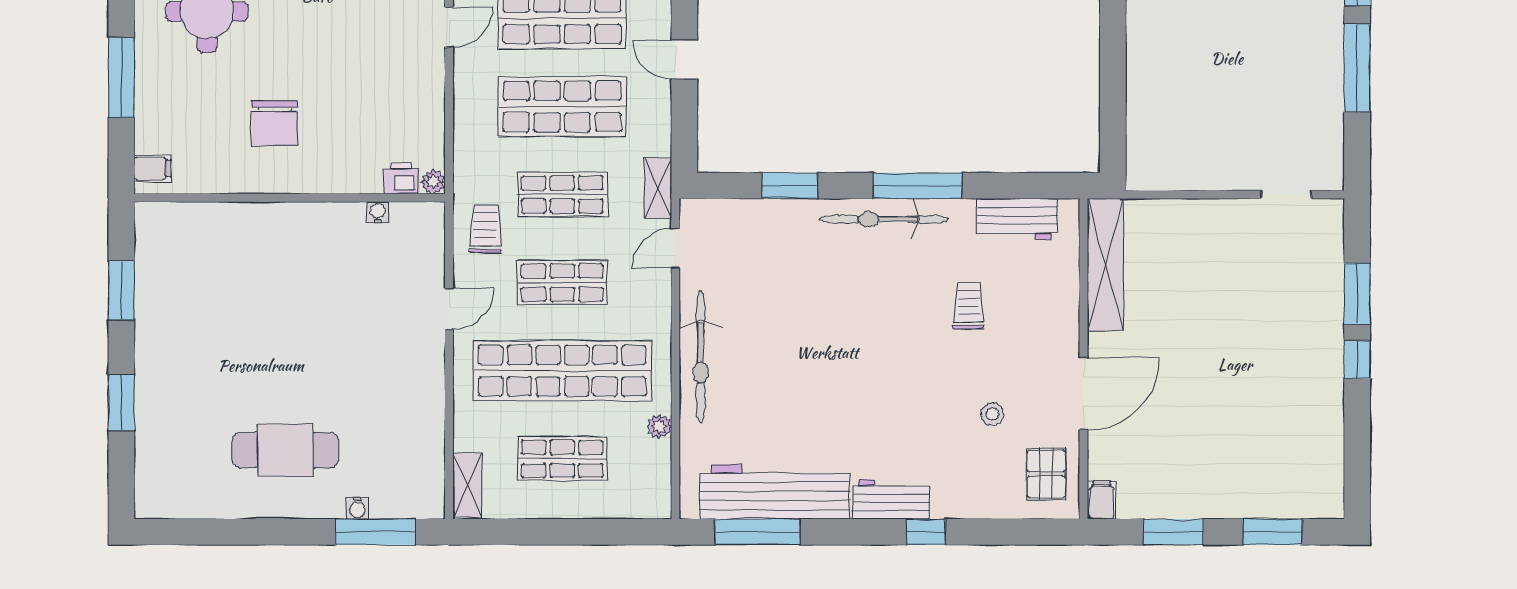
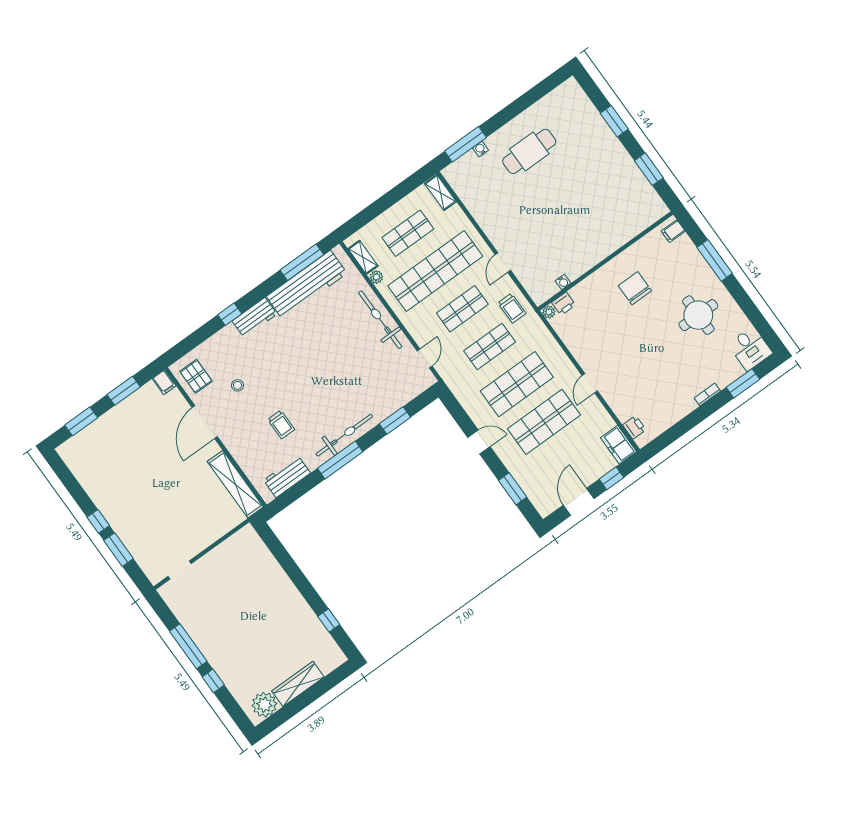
shelving: (658, 188) -> (363, 257), moved

